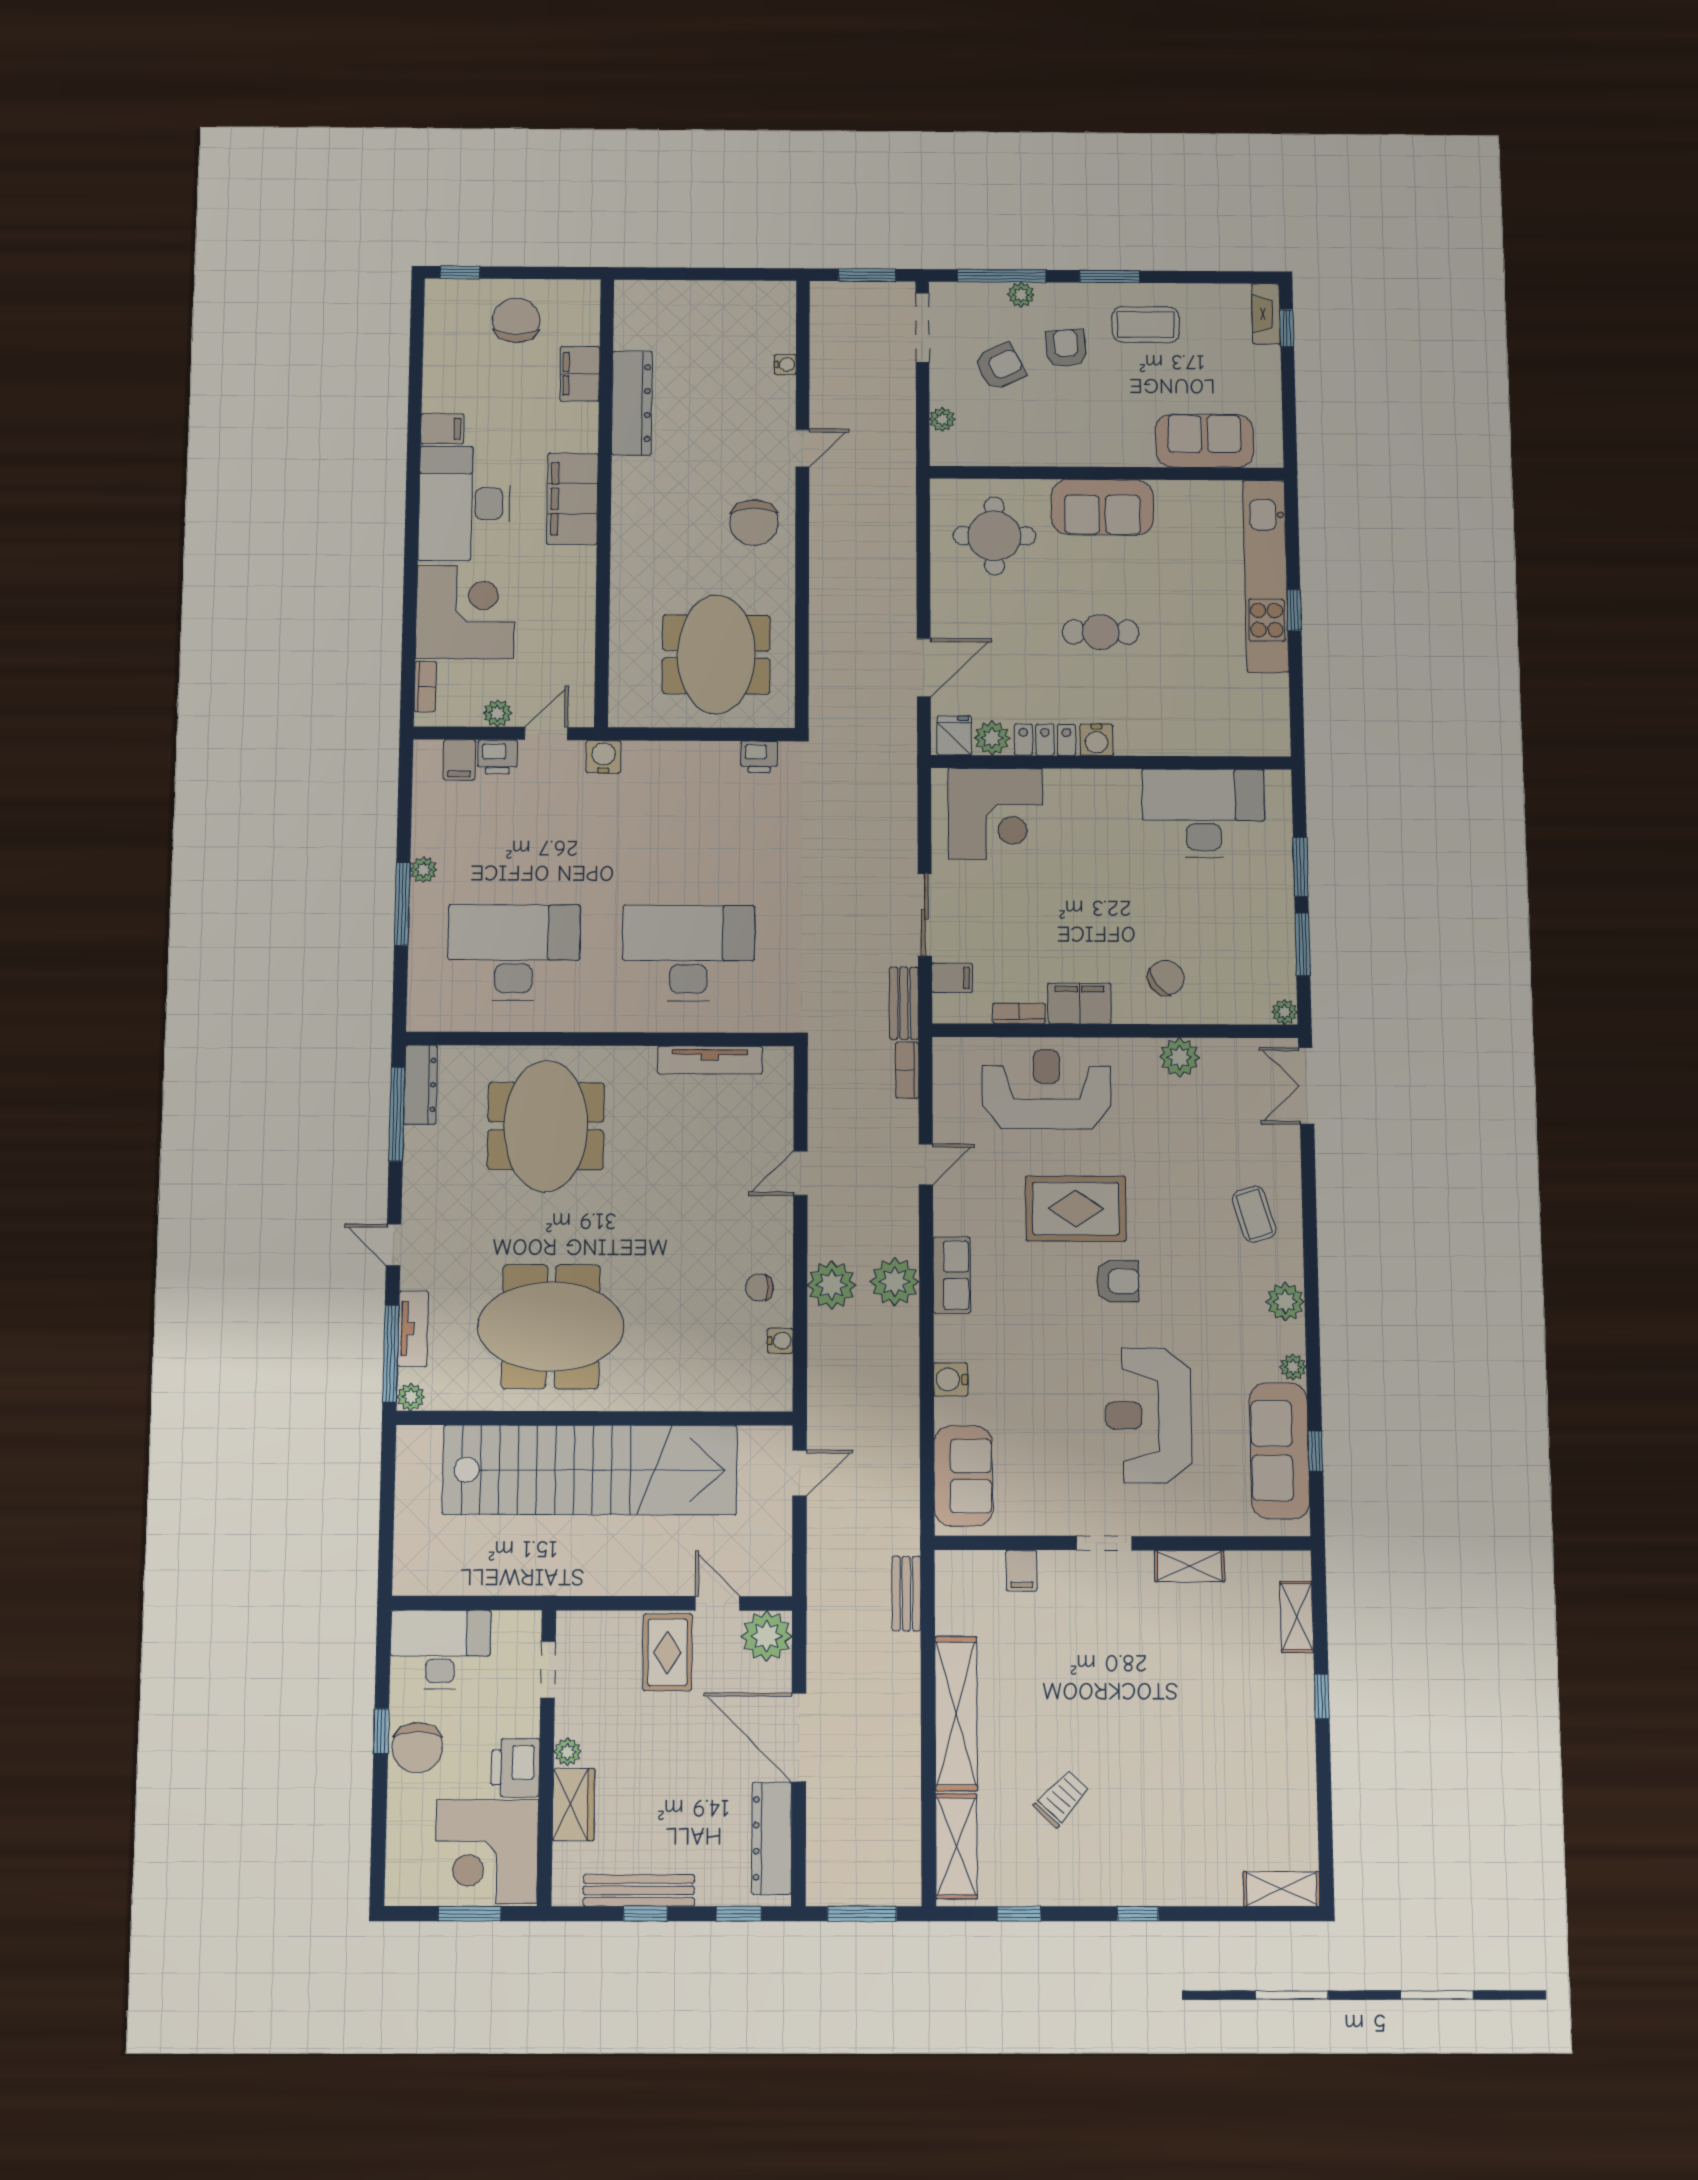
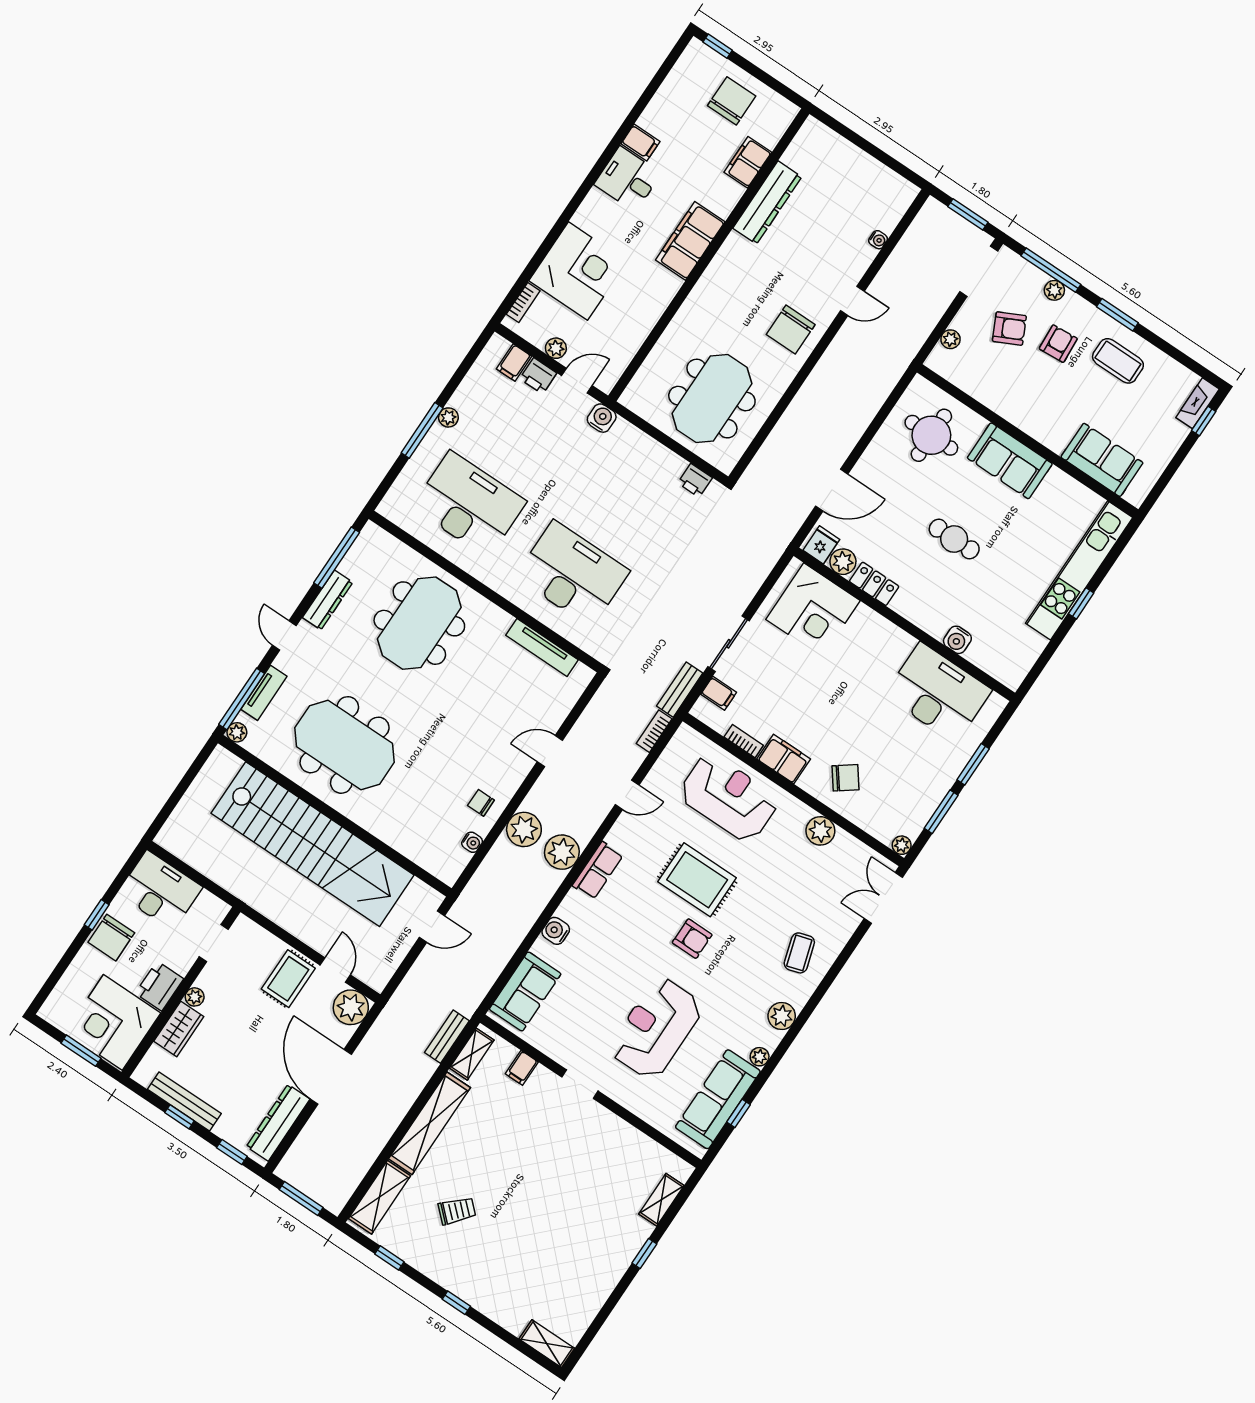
desk: (464, 503) -> (628, 179), width x0.53, depth x0.77
water cooler: (1097, 740) -> (957, 640), moved
dresser: (421, 1085) -> (328, 600), moved
shelving: (1189, 1566) -> (472, 1054), moved, turned 90

